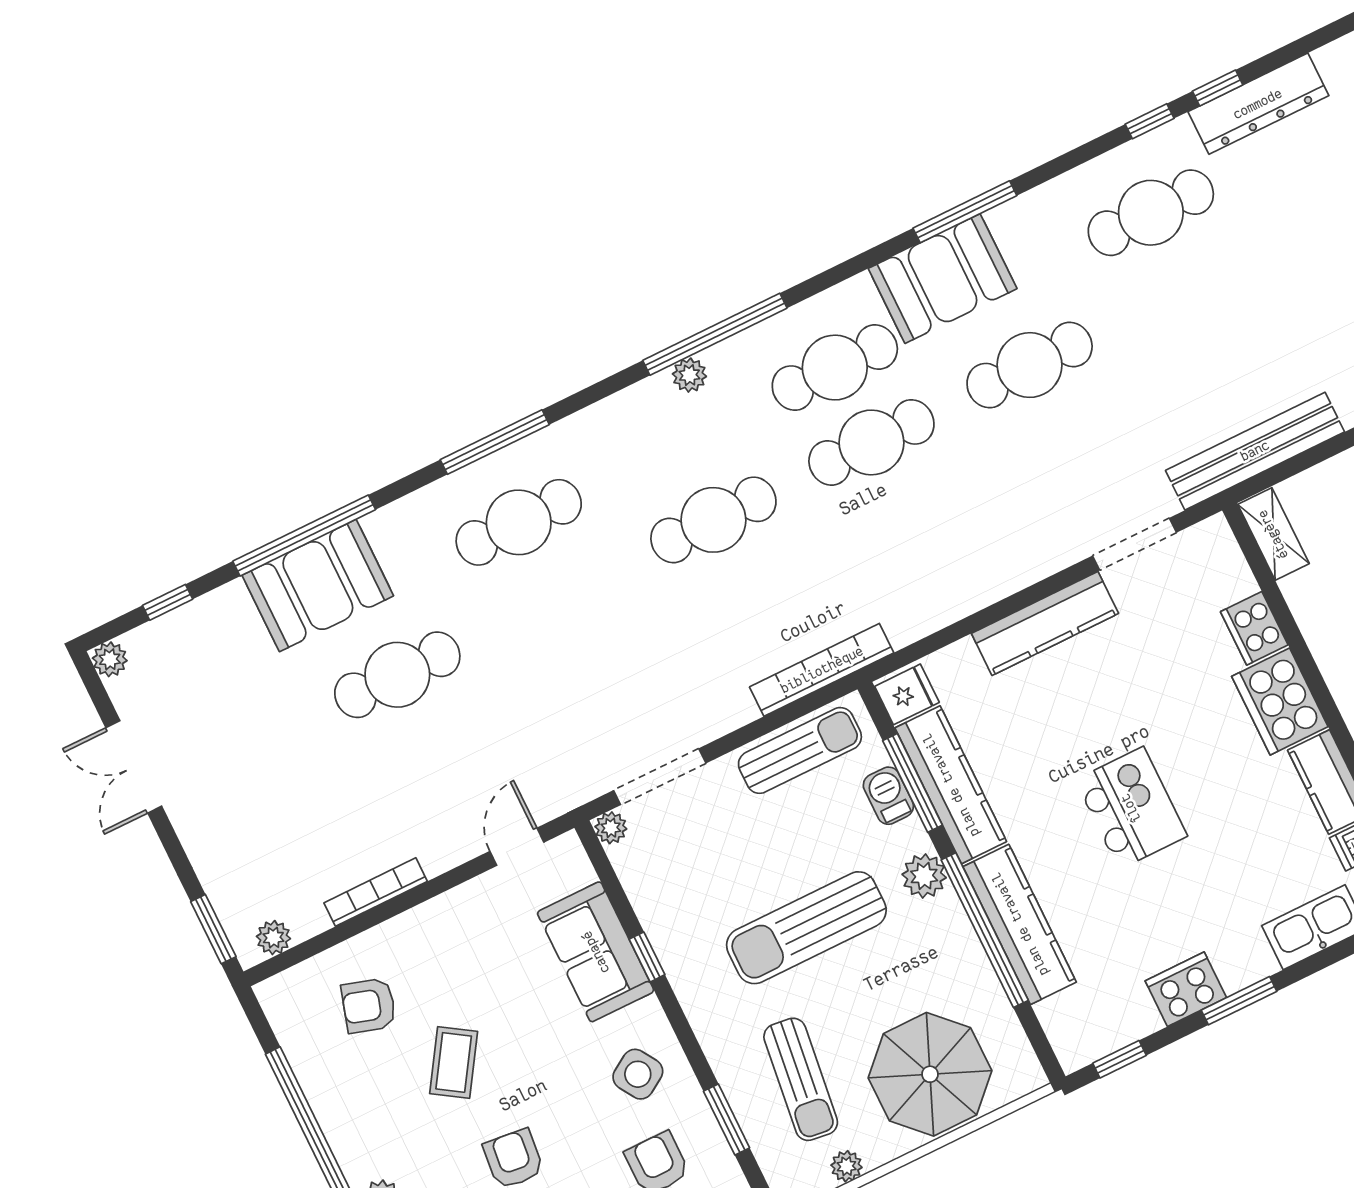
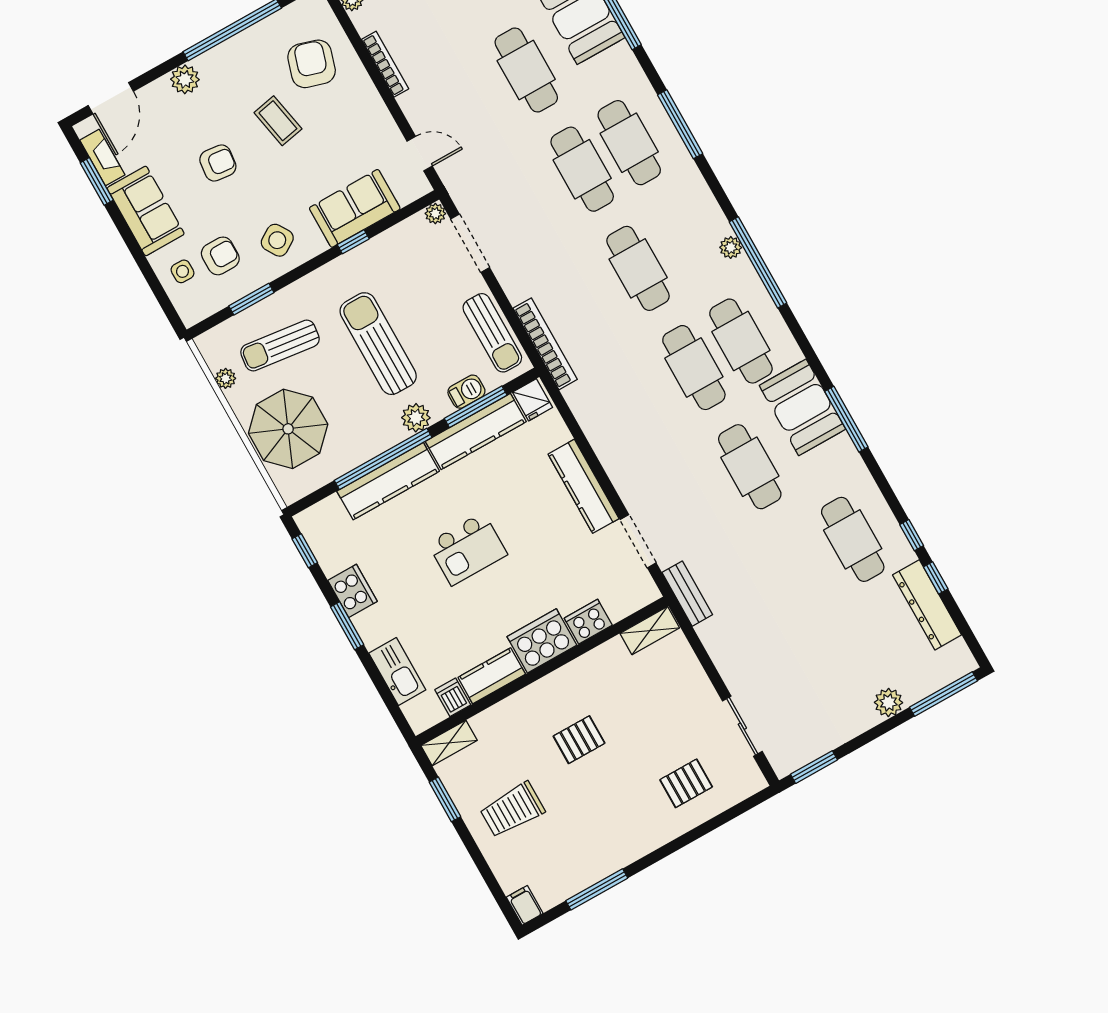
bench: (1255, 451) -> (687, 594), width x0.54, depth x0.82
cafe table: (555, 597) -> (582, 169), added
armchair: (369, 1006) -> (312, 64), width x1.38, depth x1.38
coffee table: (454, 1062) -> (278, 121), turned 46

